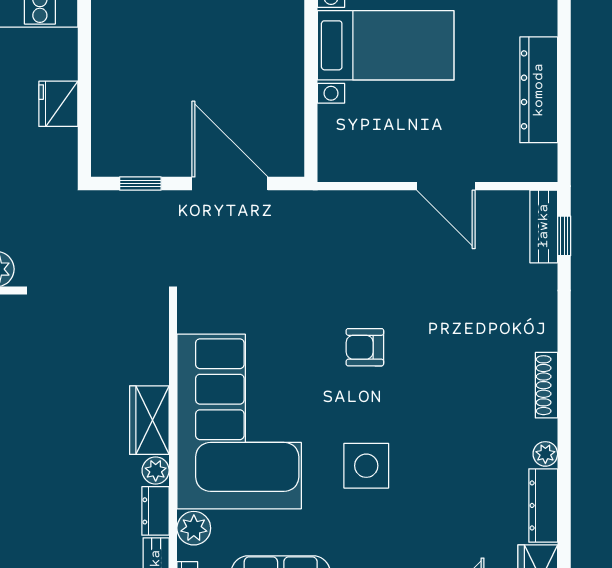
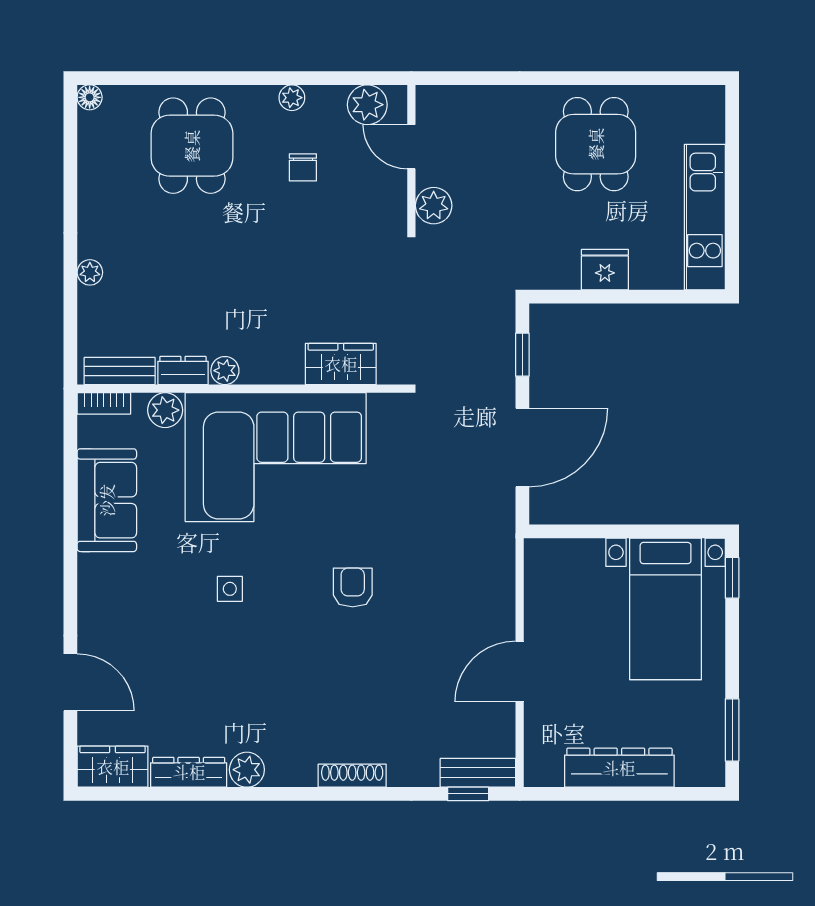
shoe rack: (546, 385) -> (352, 776), moved
wardrobe: (149, 420) -> (341, 364), moved
plant: (545, 454) -> (247, 770), width x1.38, depth x1.38
side table: (366, 466) -> (230, 589), width x0.54, depth x0.54

